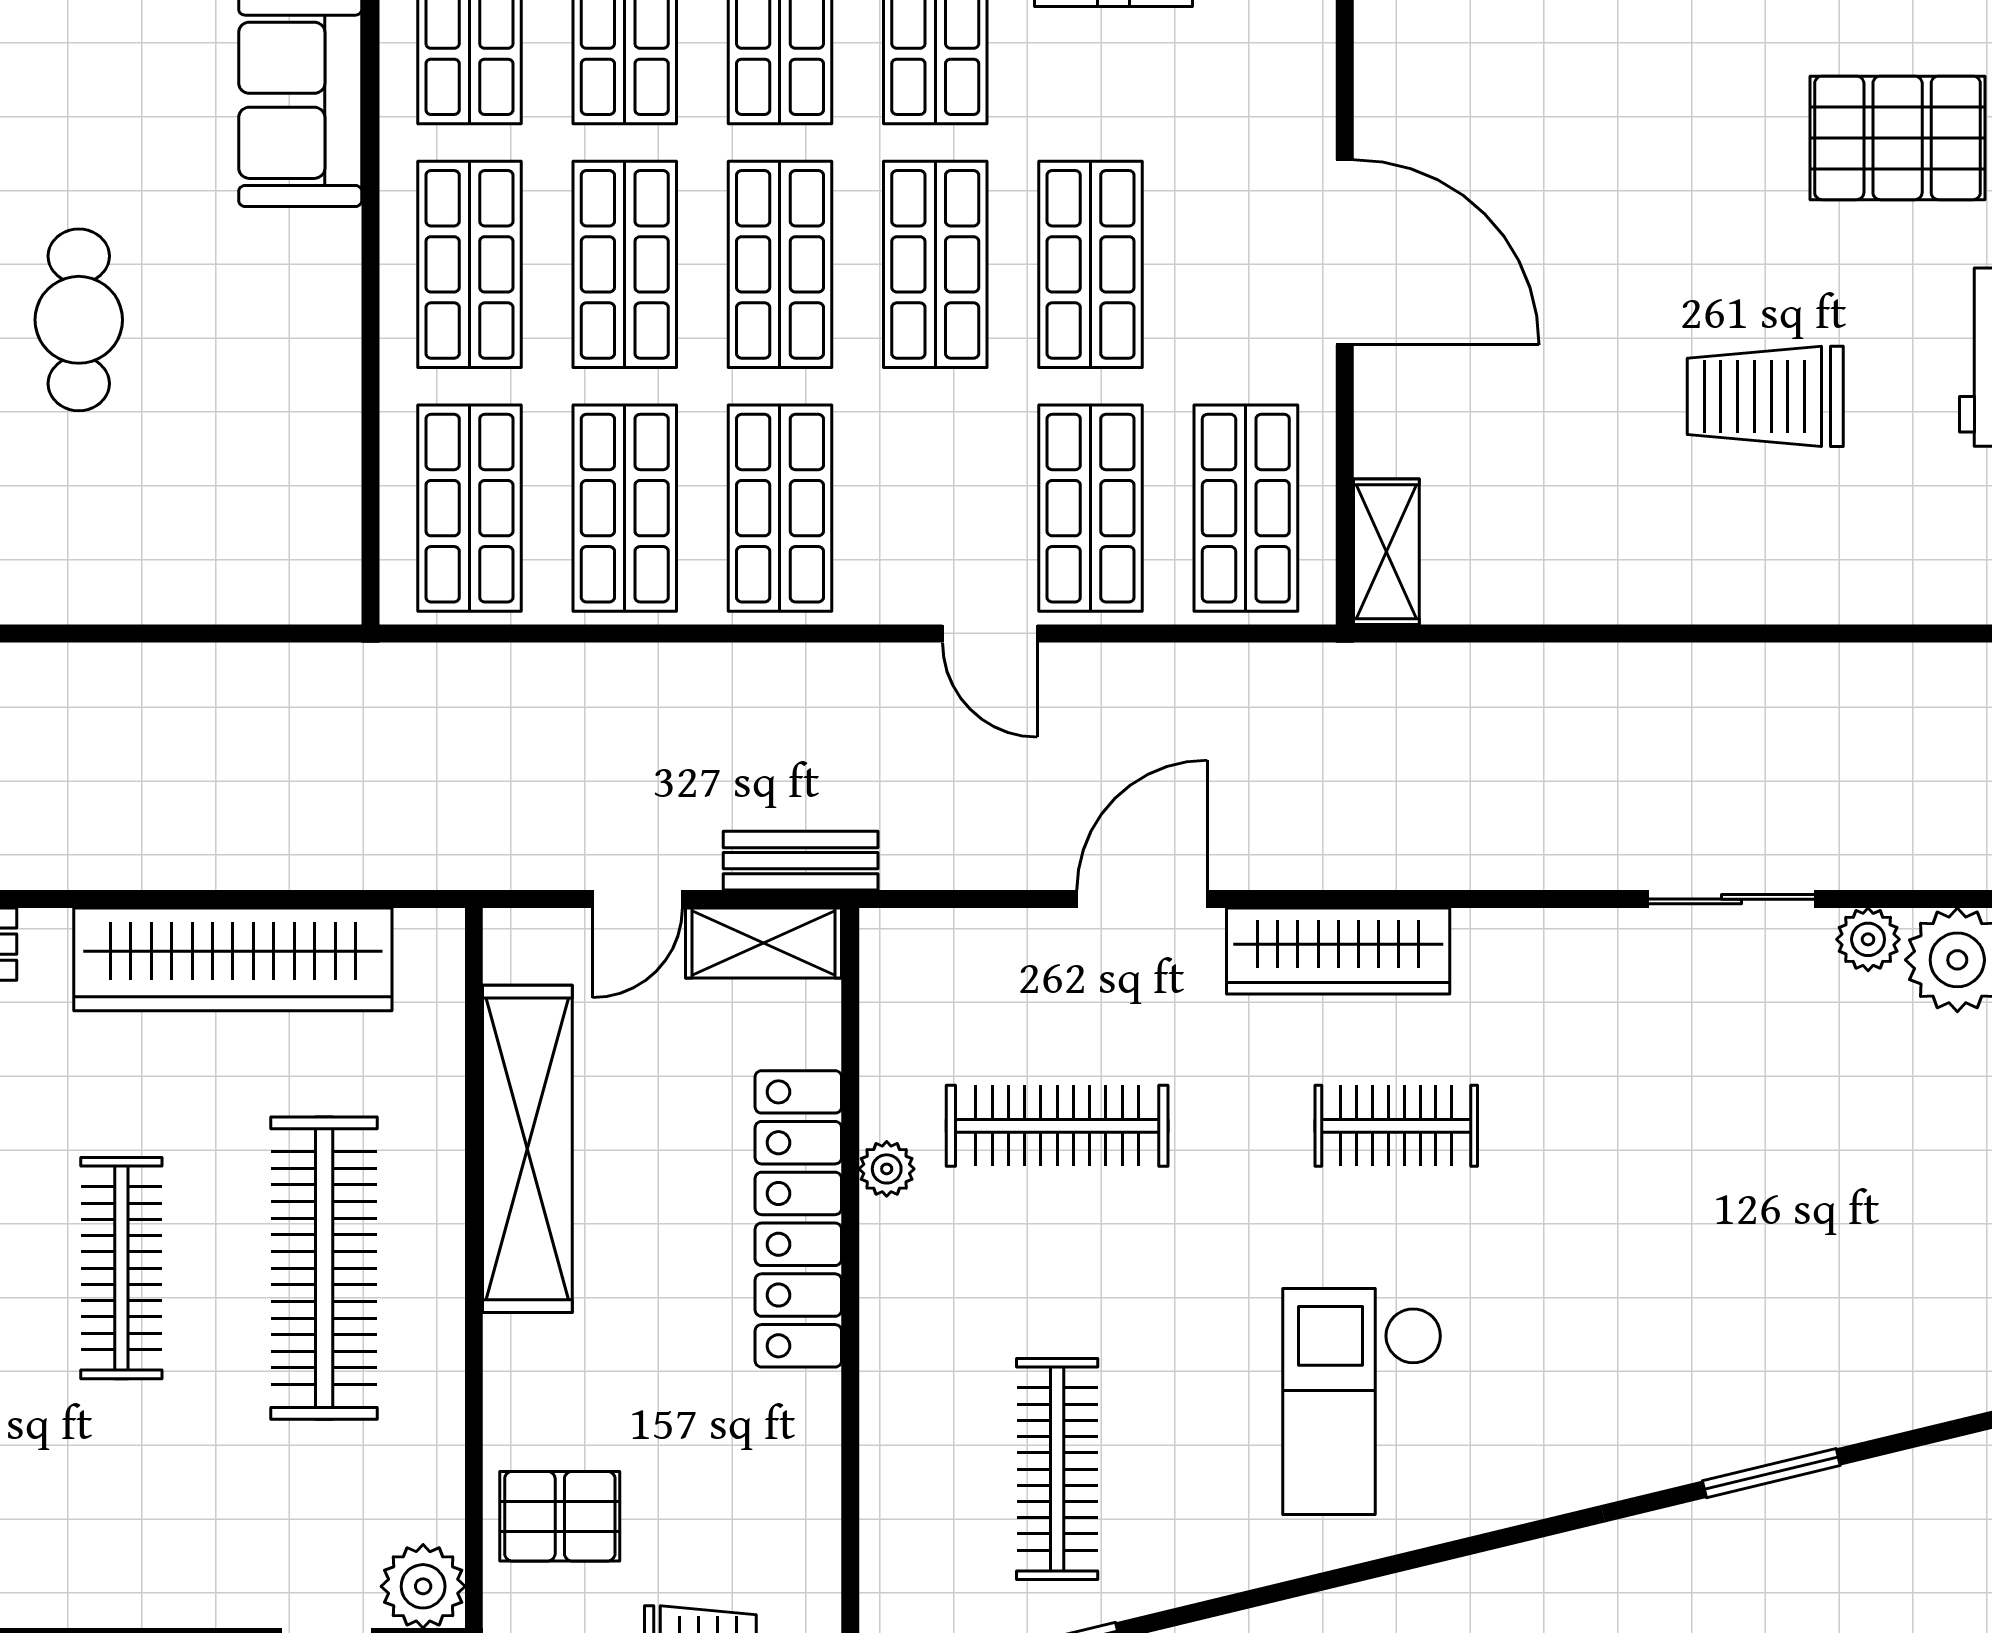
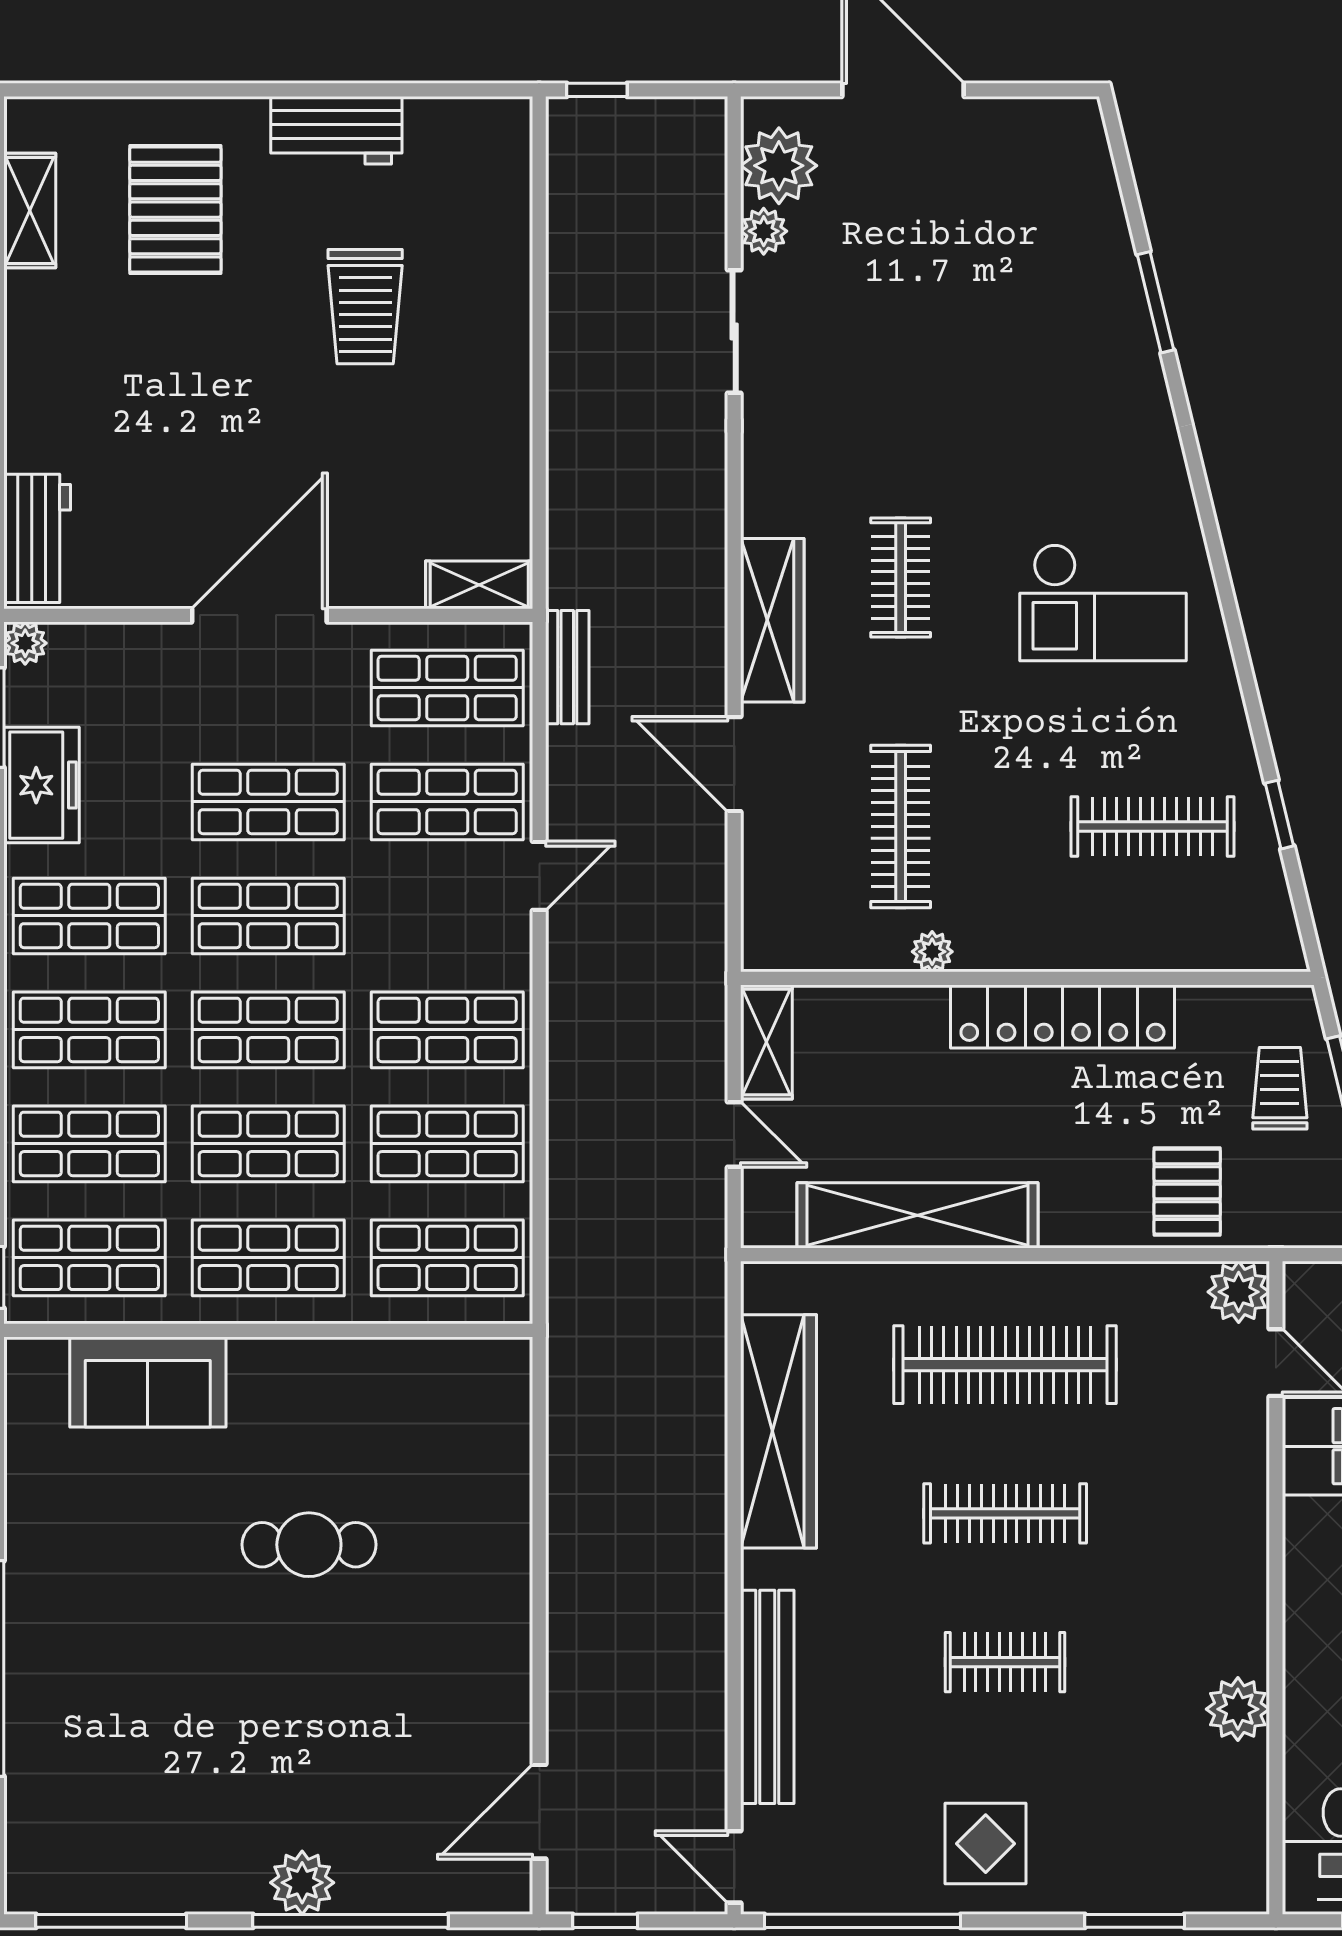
bench: (801, 861) -> (567, 667), moved
locker: (798, 1219) -> (1062, 1016), moved

